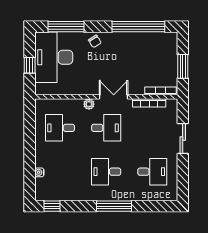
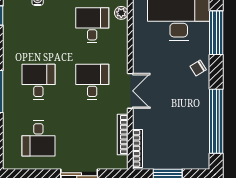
plant: (89, 104) -> (121, 13), moved
desk: (106, 128) -> (92, 82), turned 180

